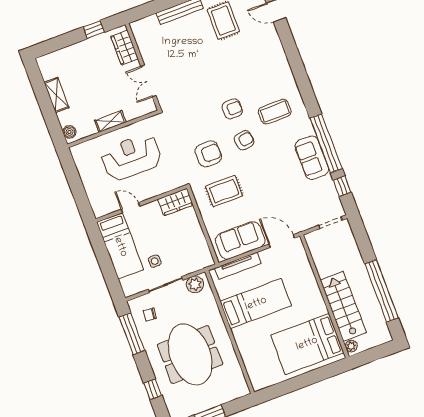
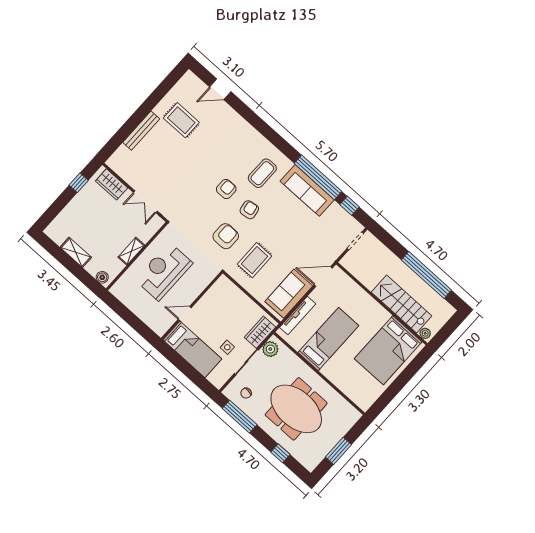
sofa: (312, 158) -> (307, 190), width x1.36
wardrobe: (176, 202) -> (260, 332), moved, turned 180

